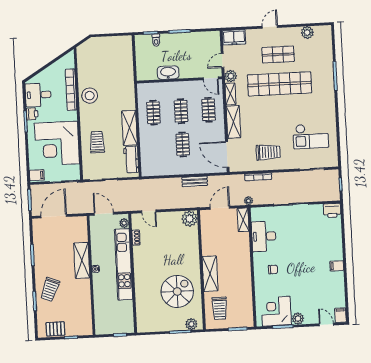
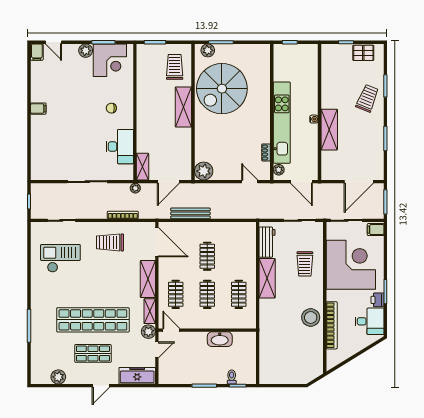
freezer: (234, 37) -> (137, 376), width x1.40
bench: (195, 181) -> (190, 213), width x1.36
printer: (332, 210) -> (40, 172), removed
spiral stairs: (177, 291) -> (222, 89), width x1.37, depth x1.37

